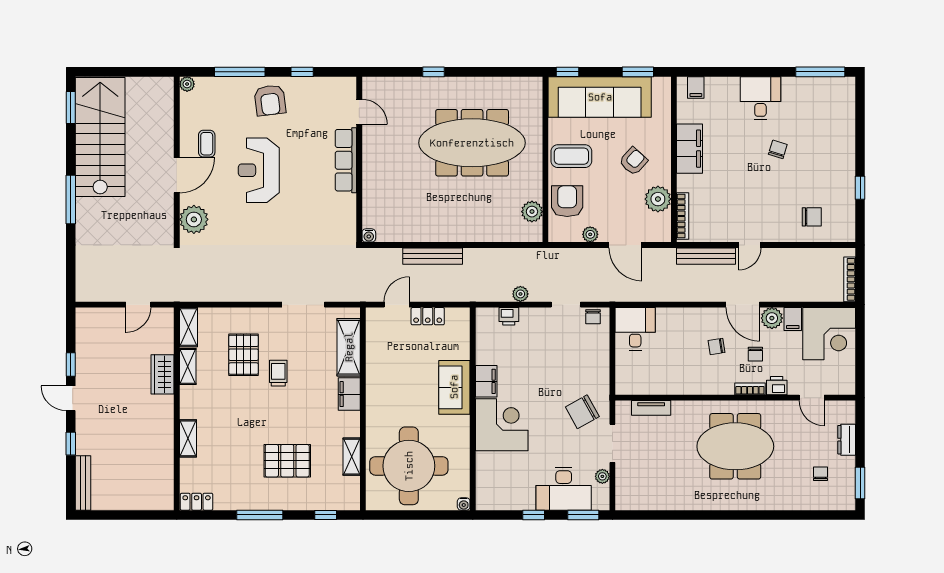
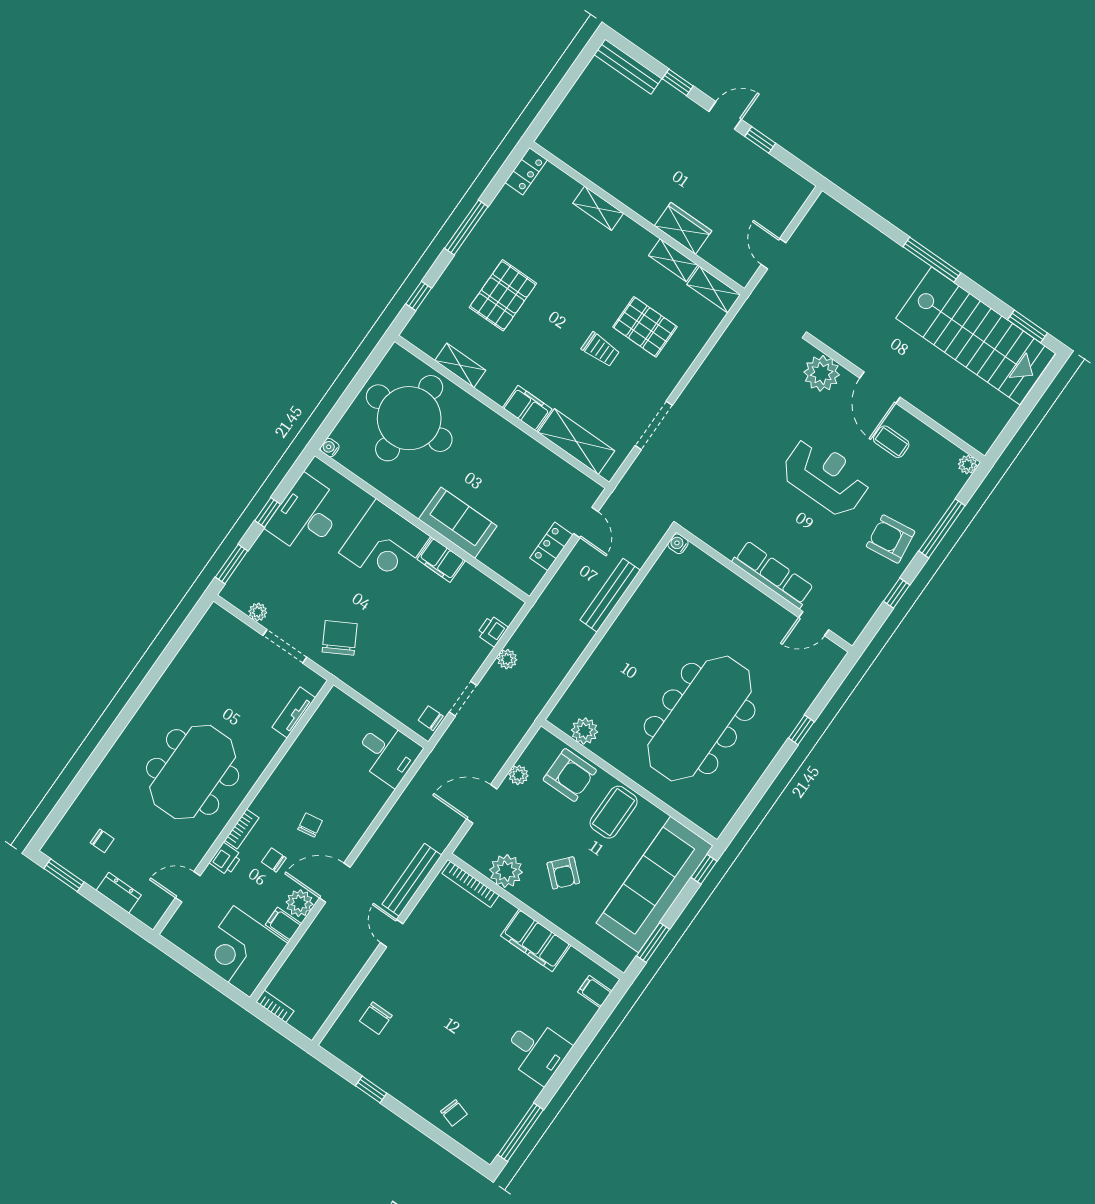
chair: (778, 149) -> (454, 1113), moved
bookcase: (850, 279) -> (275, 1006), width x0.64
desk: (564, 489) -> (306, 515), moved

